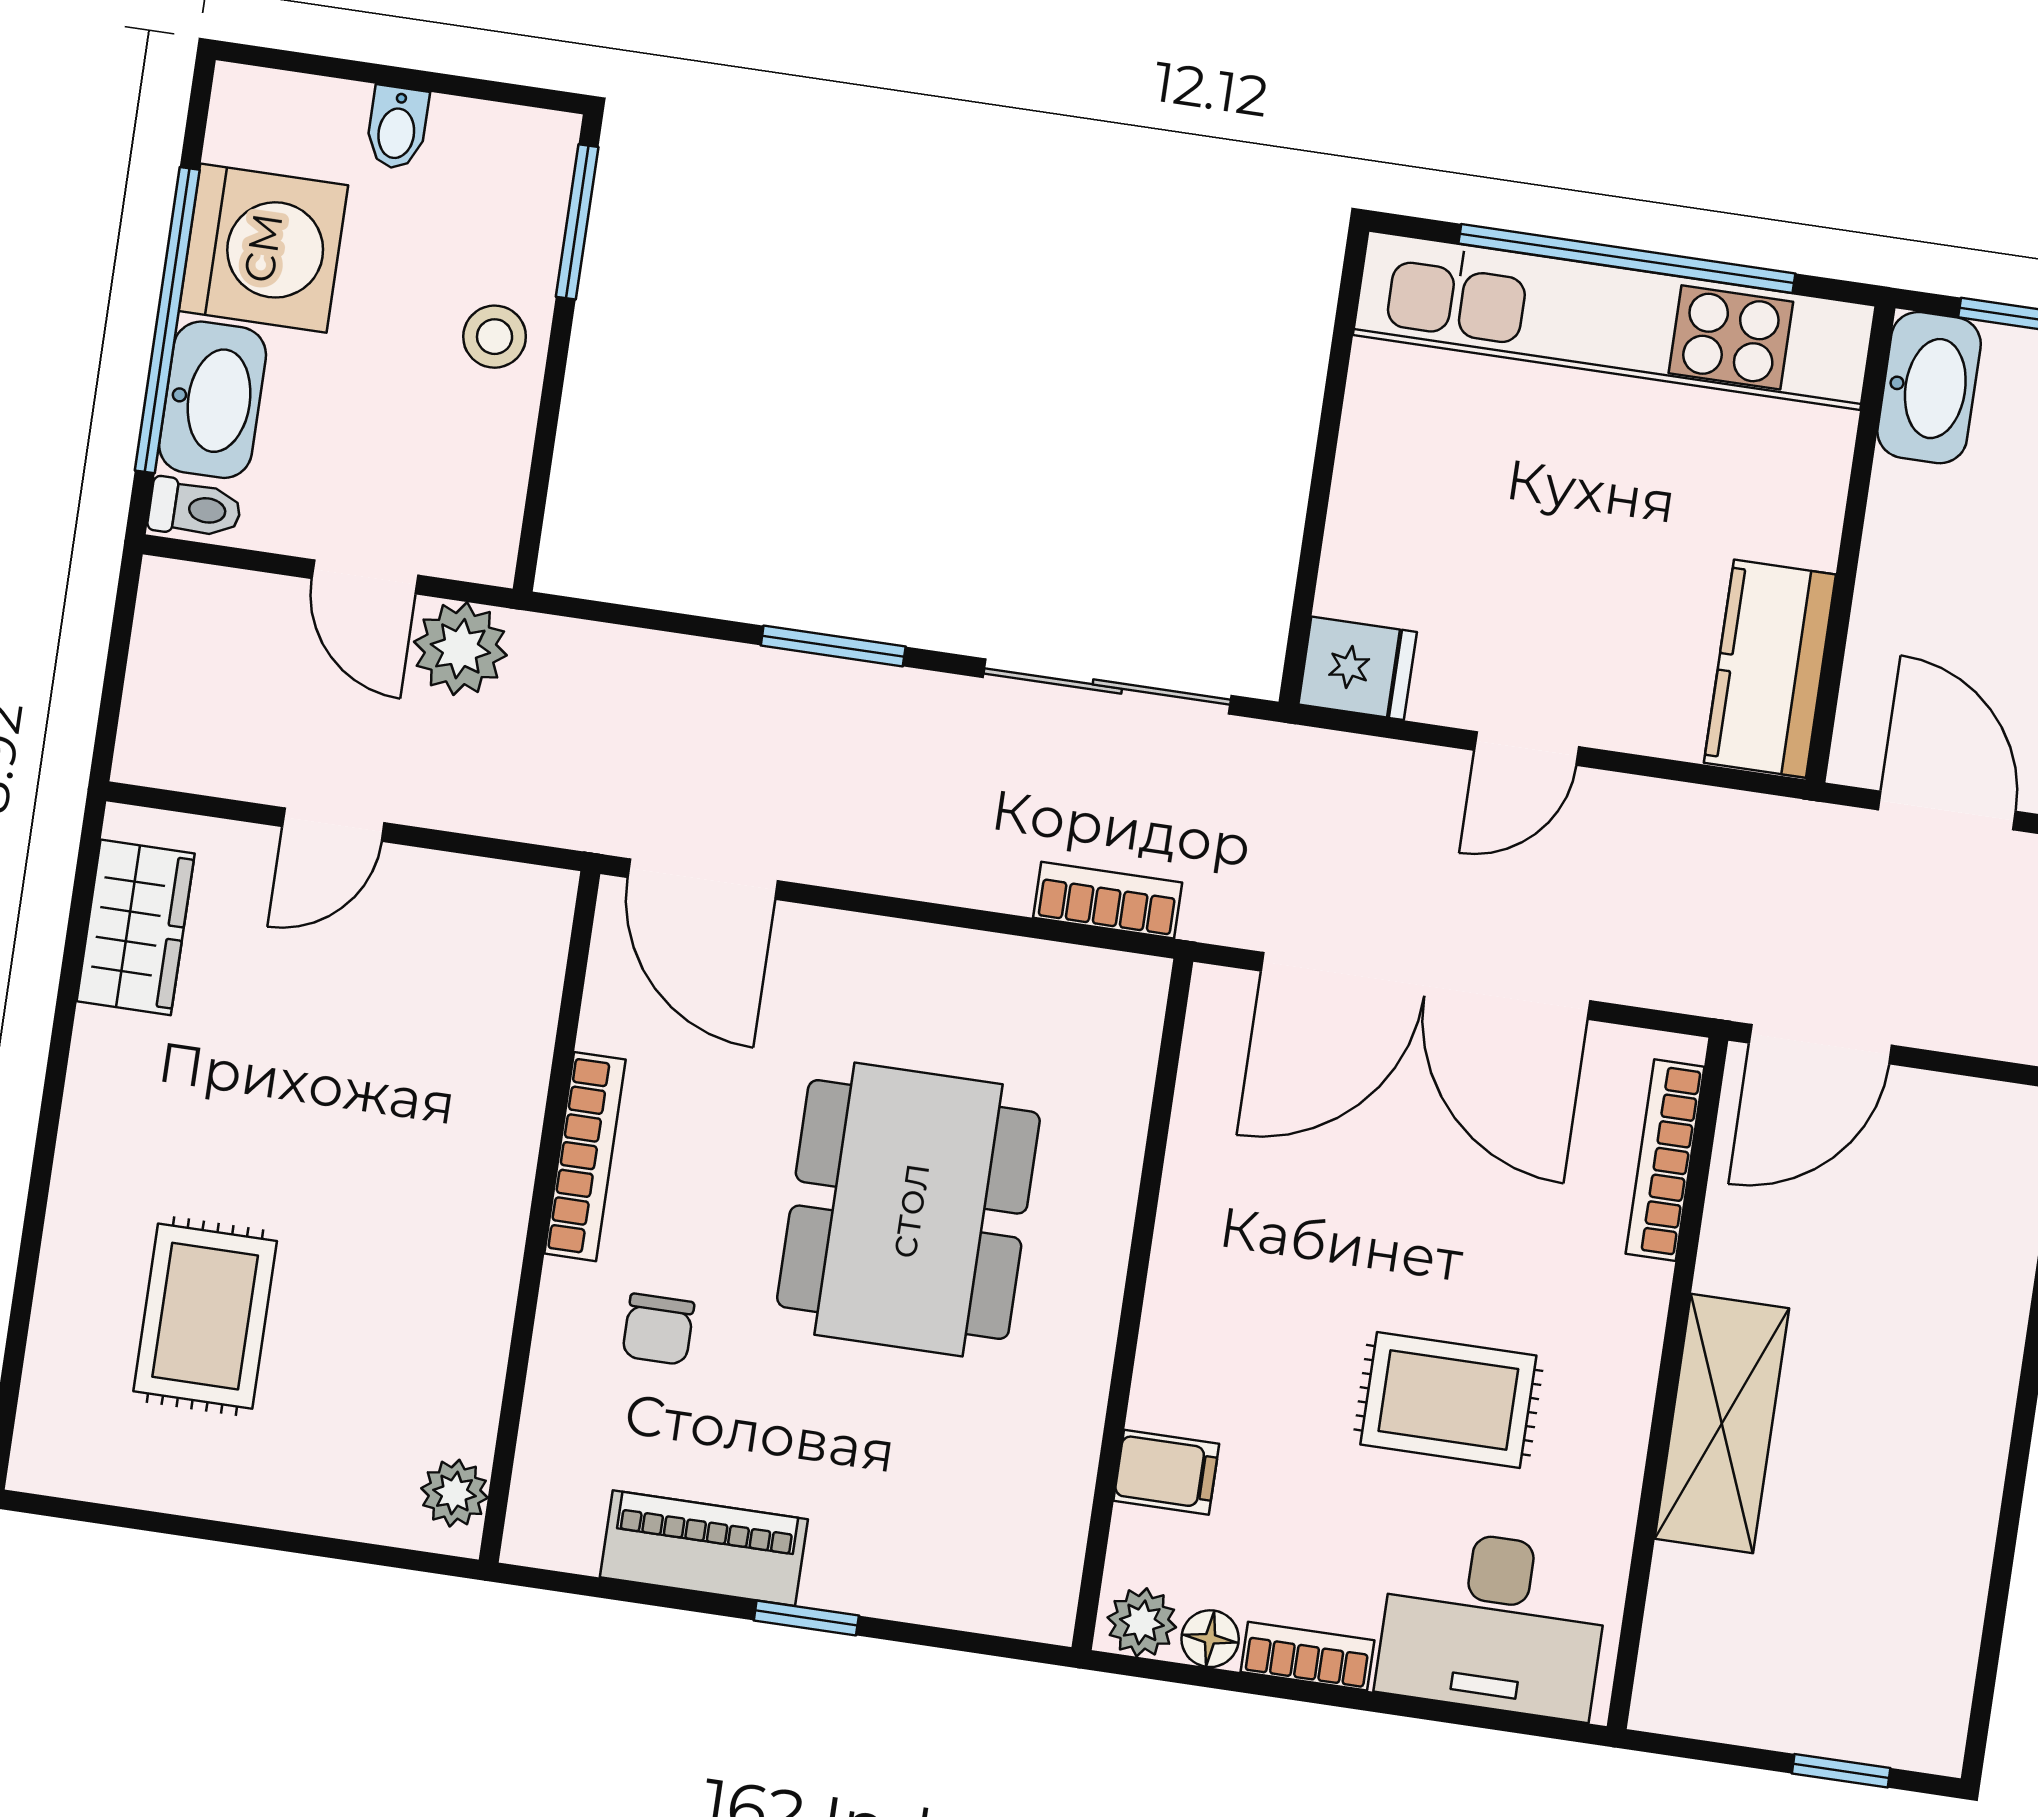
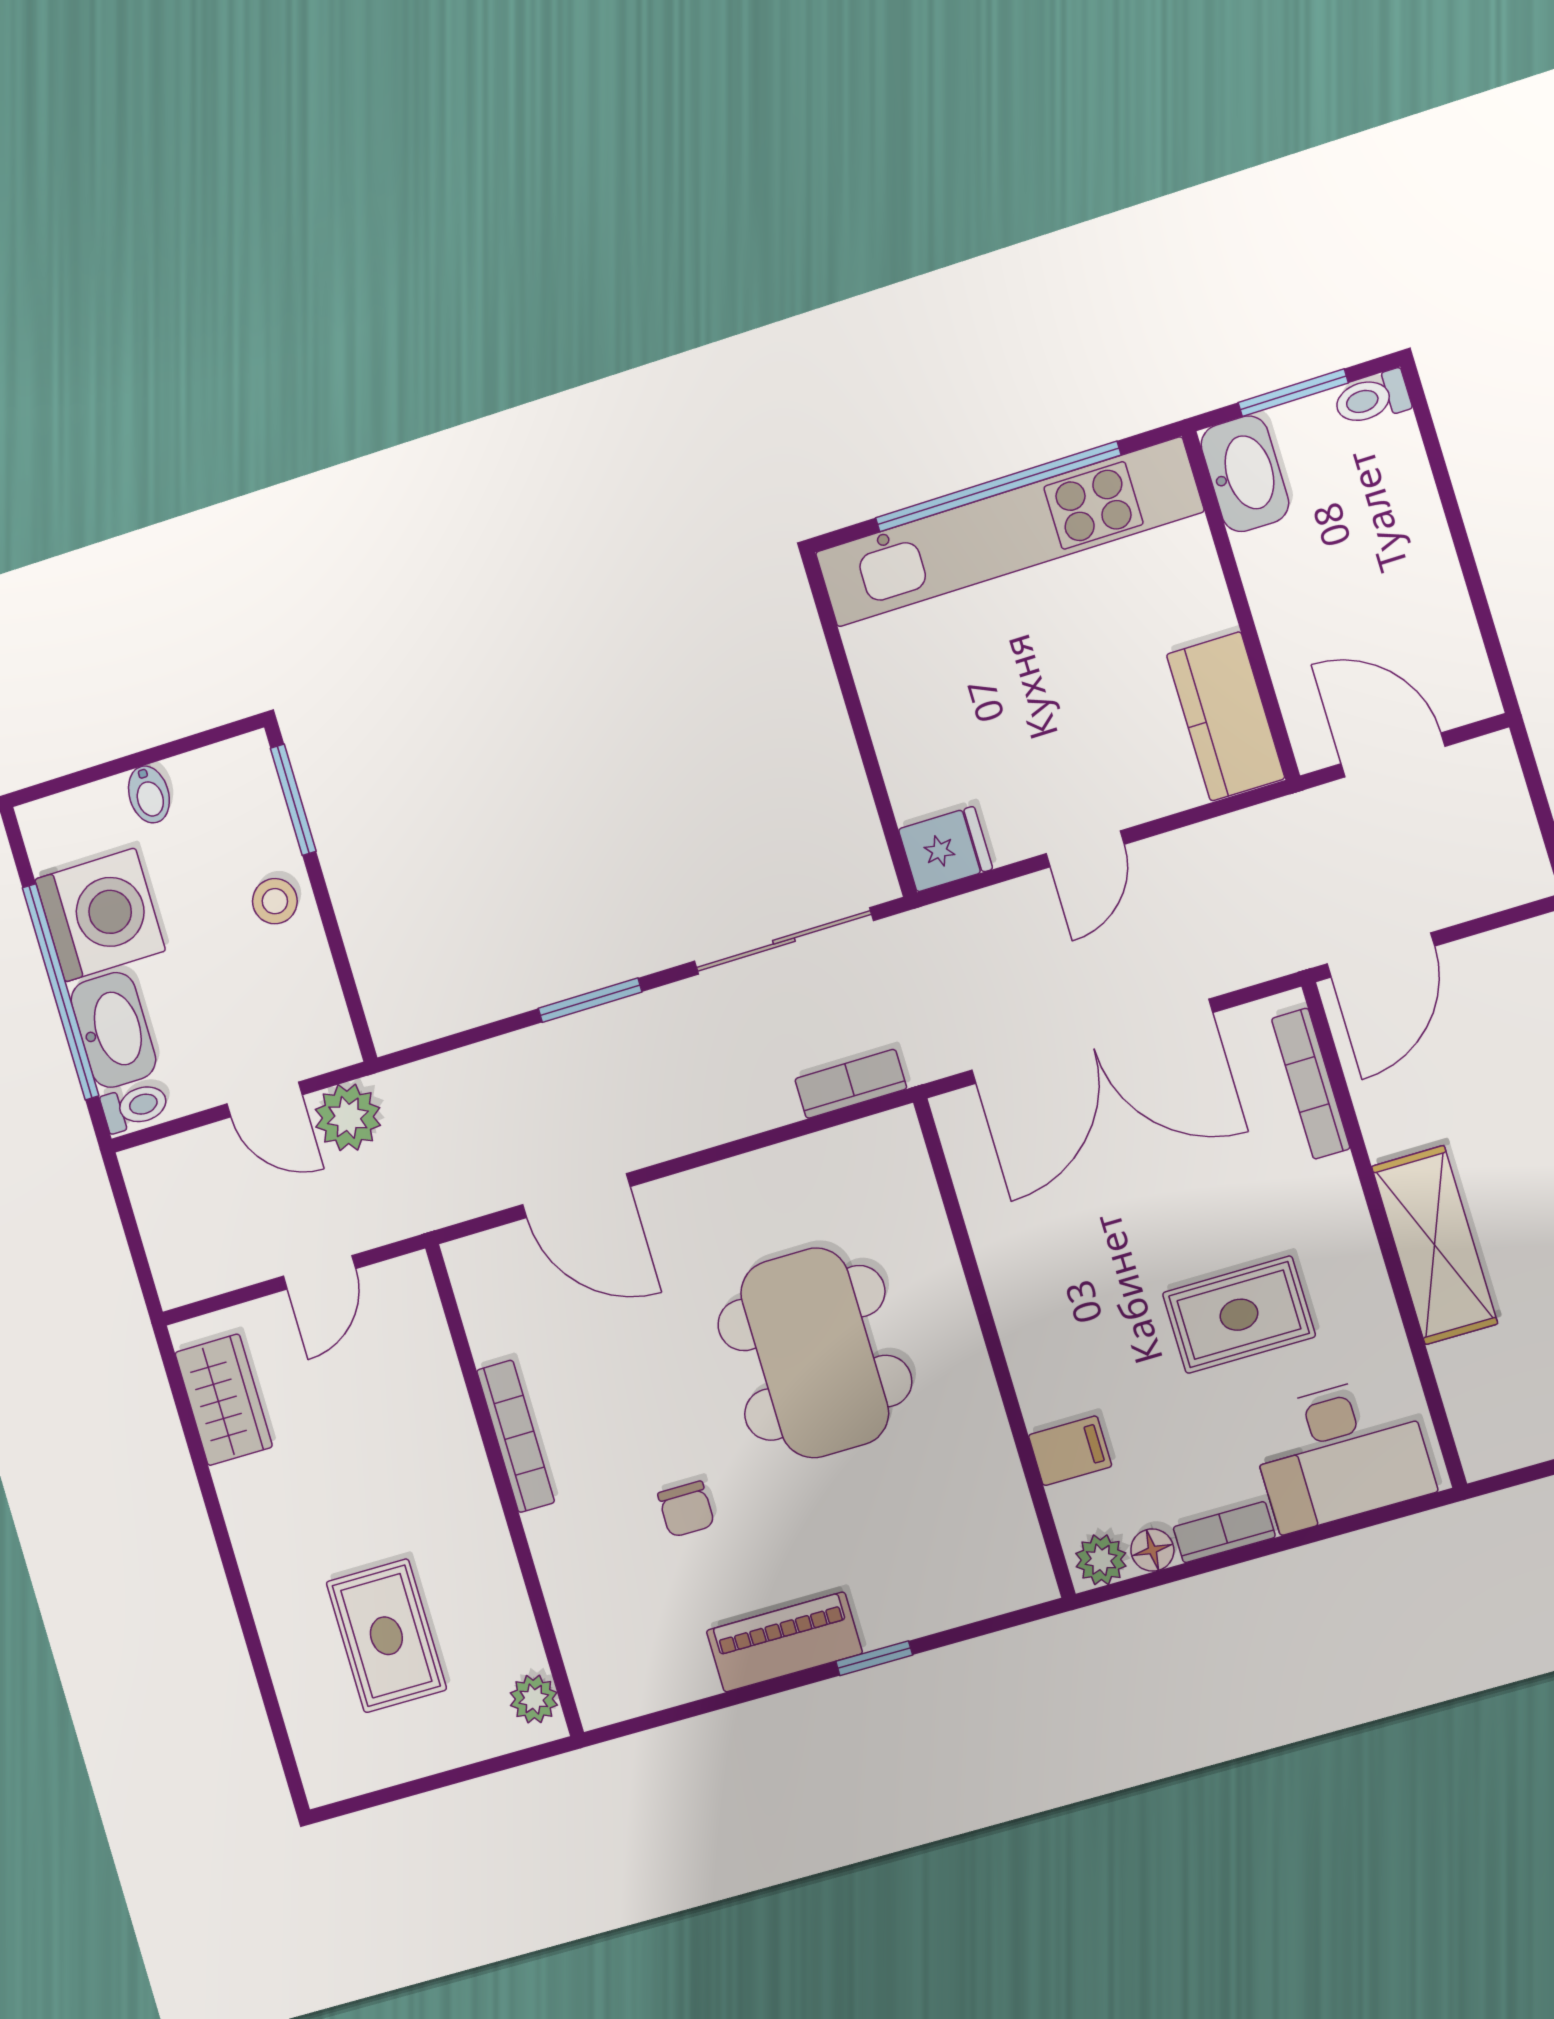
bookcase: (585, 1157) -> (516, 1436), moved
wall: (540, 1217) -> (505, 1490), moved
plant: (455, 1493) -> (534, 1699), moved

